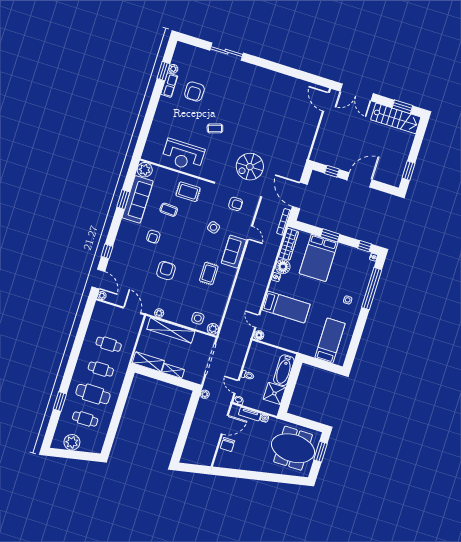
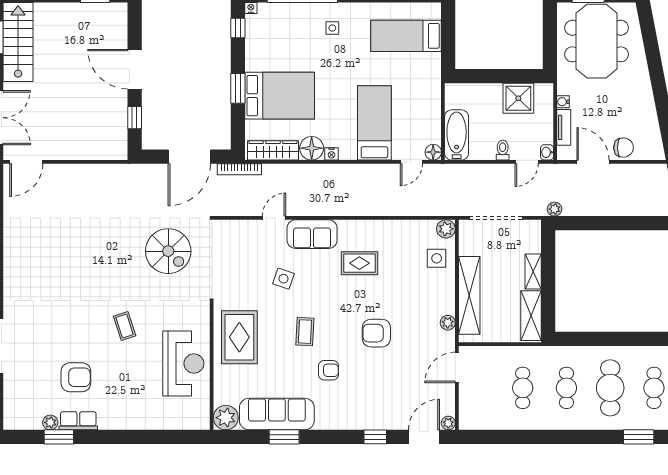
rug: (188, 192) -> (239, 337), width x1.36, depth x1.43
armchair: (236, 204) -> (235, 255), removed
coffee table: (169, 210) -> (305, 332), moved
bathtub: (284, 370) -> (457, 135), moved, turned -90

